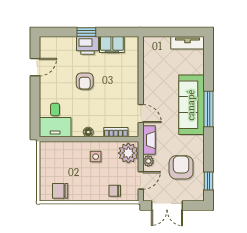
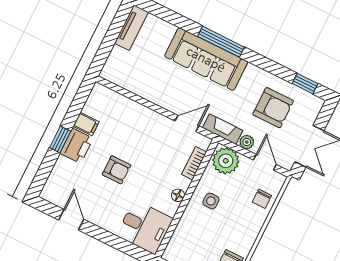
filing cabinet: (112, 45) -> (86, 124), width x0.50
armchair: (181, 167) -> (273, 108), turned 180

